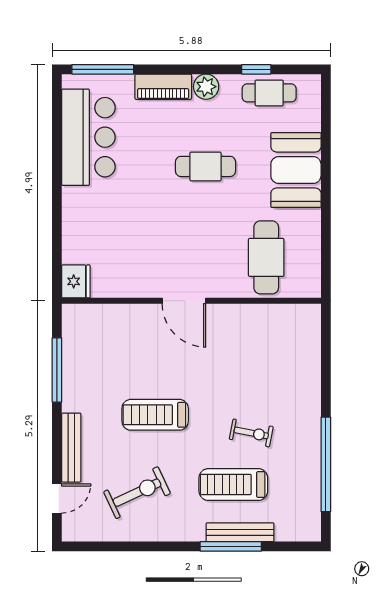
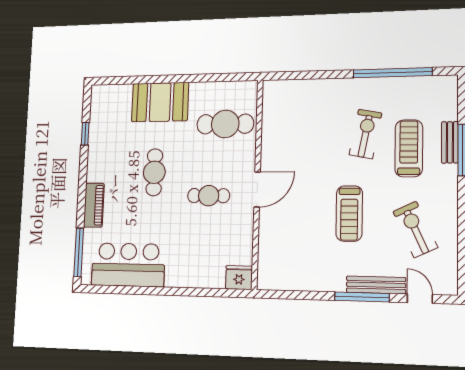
plant: (206, 87) -> (96, 172), removed
cafe table: (269, 93) -> (209, 196), moved, turned 90
window: (57, 370) -> (362, 297), moved
exercise bike: (251, 433) -> (366, 134), width x1.38, depth x1.39
treadmill: (233, 485) -> (409, 148), turned 180
bench: (240, 532) -> (450, 142), width x0.73

